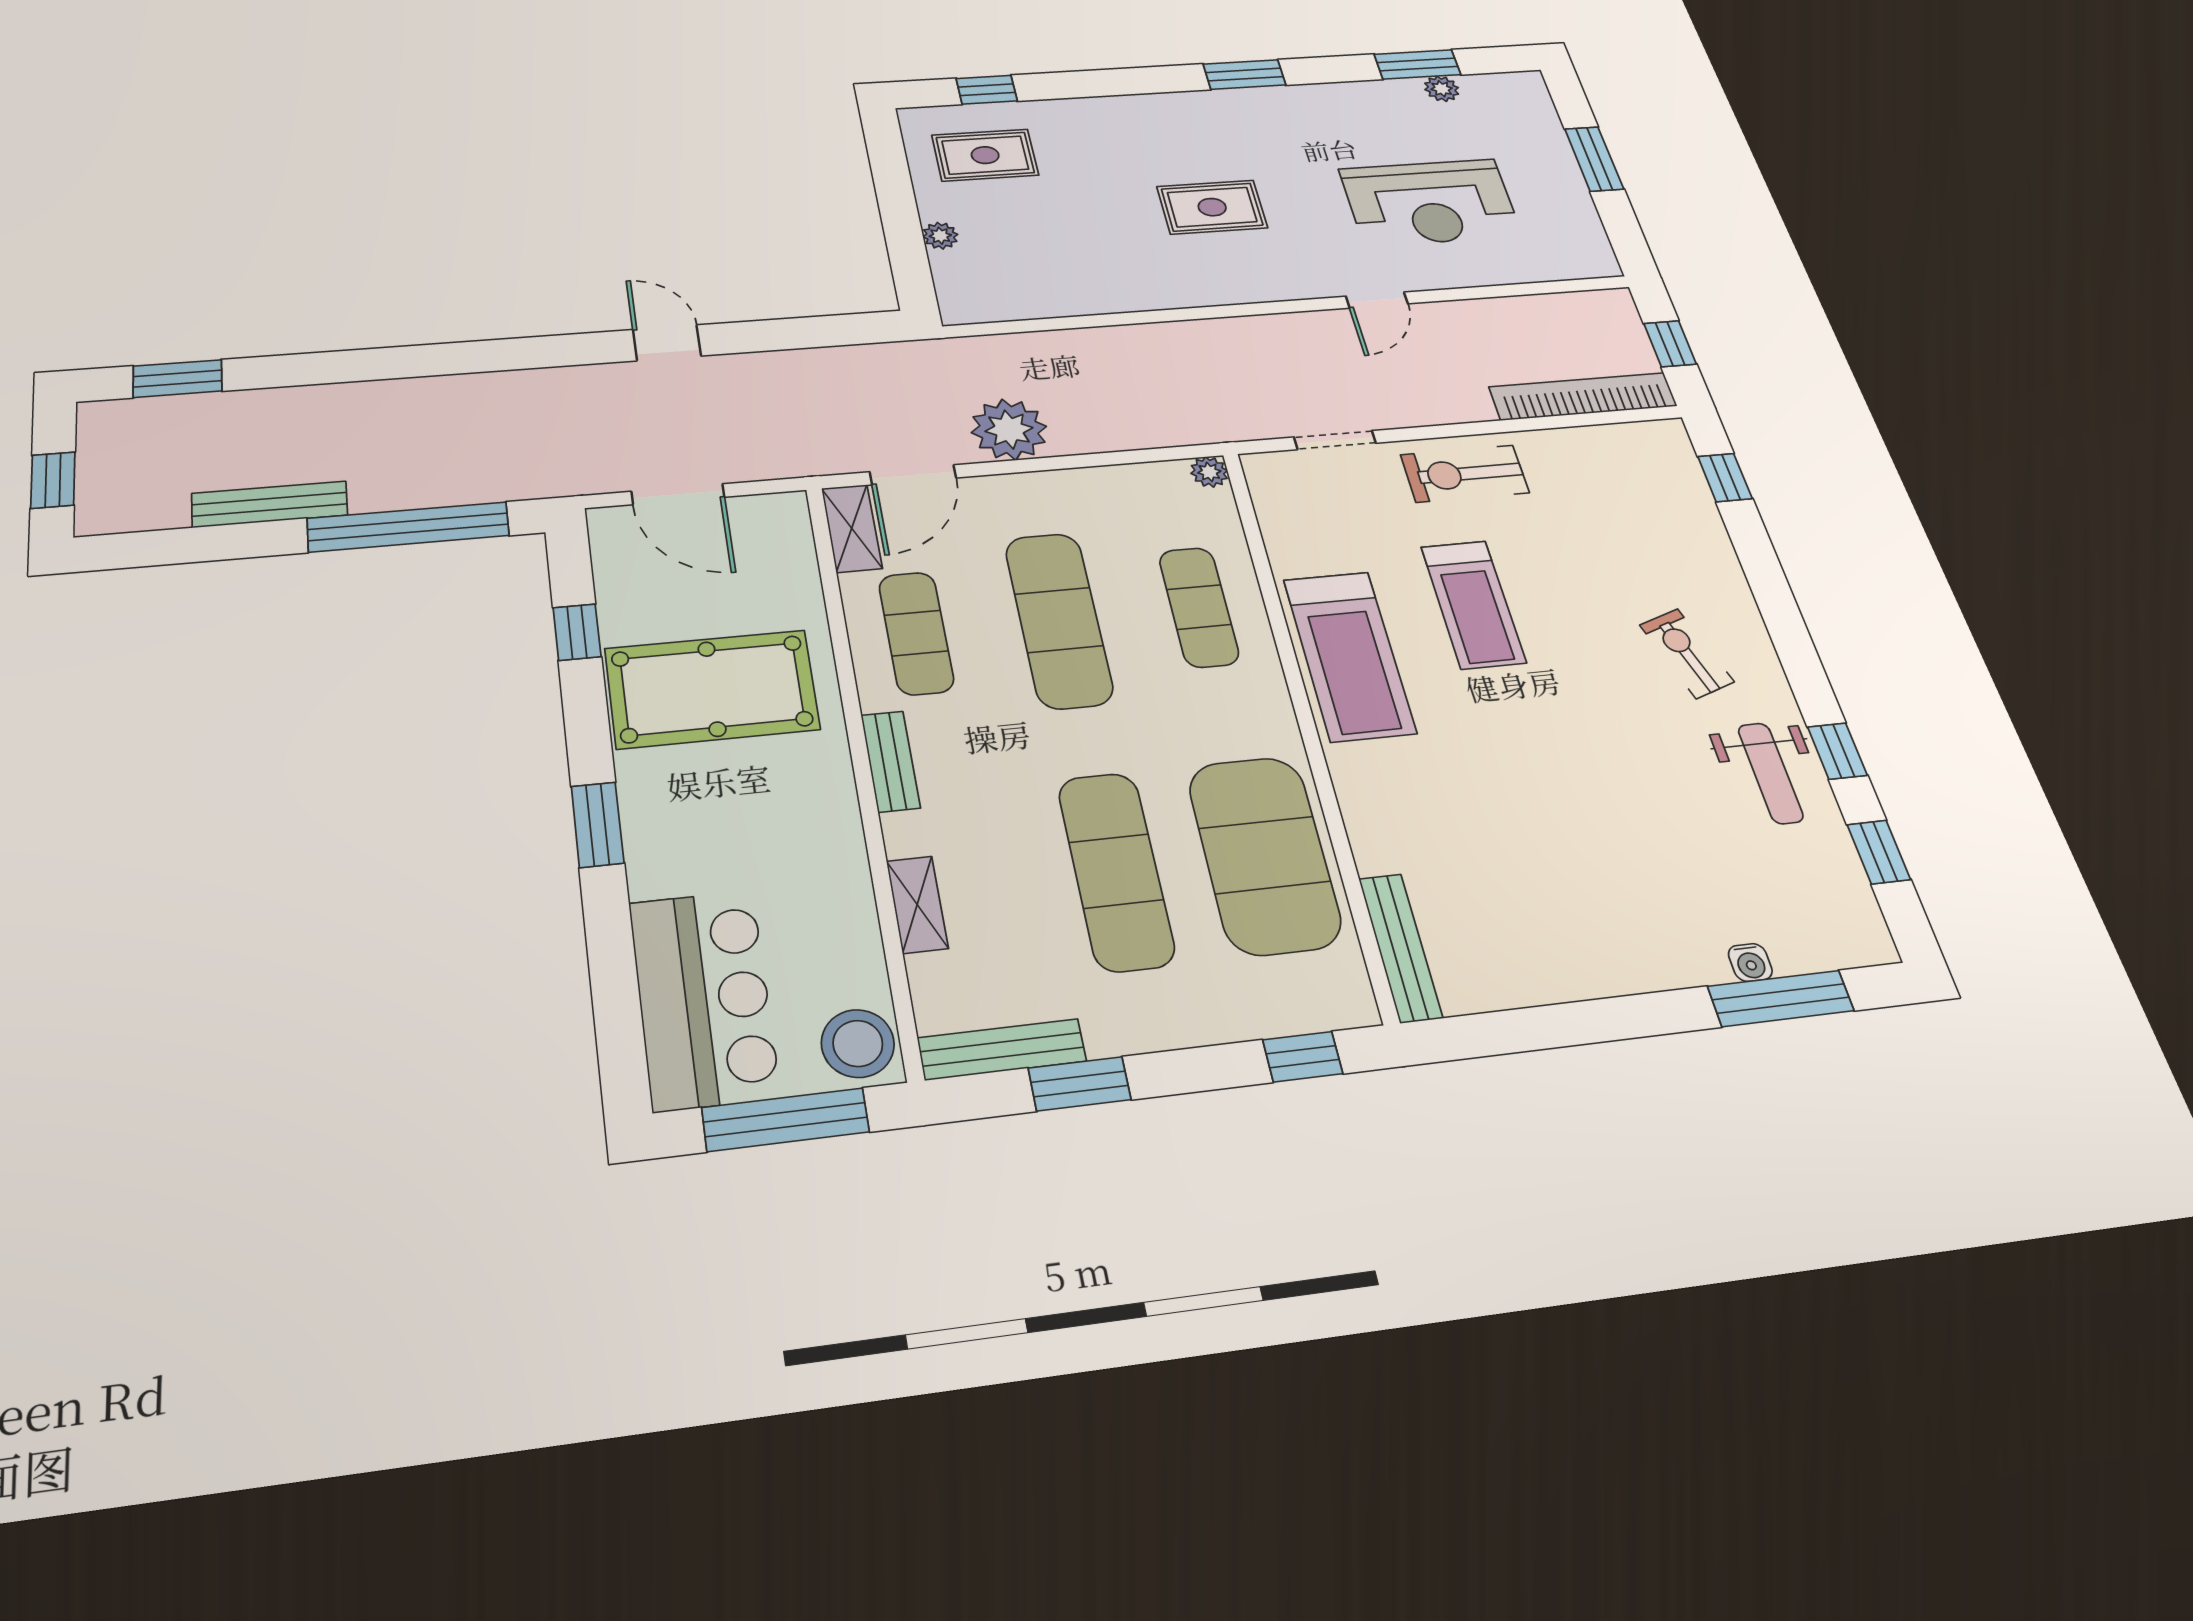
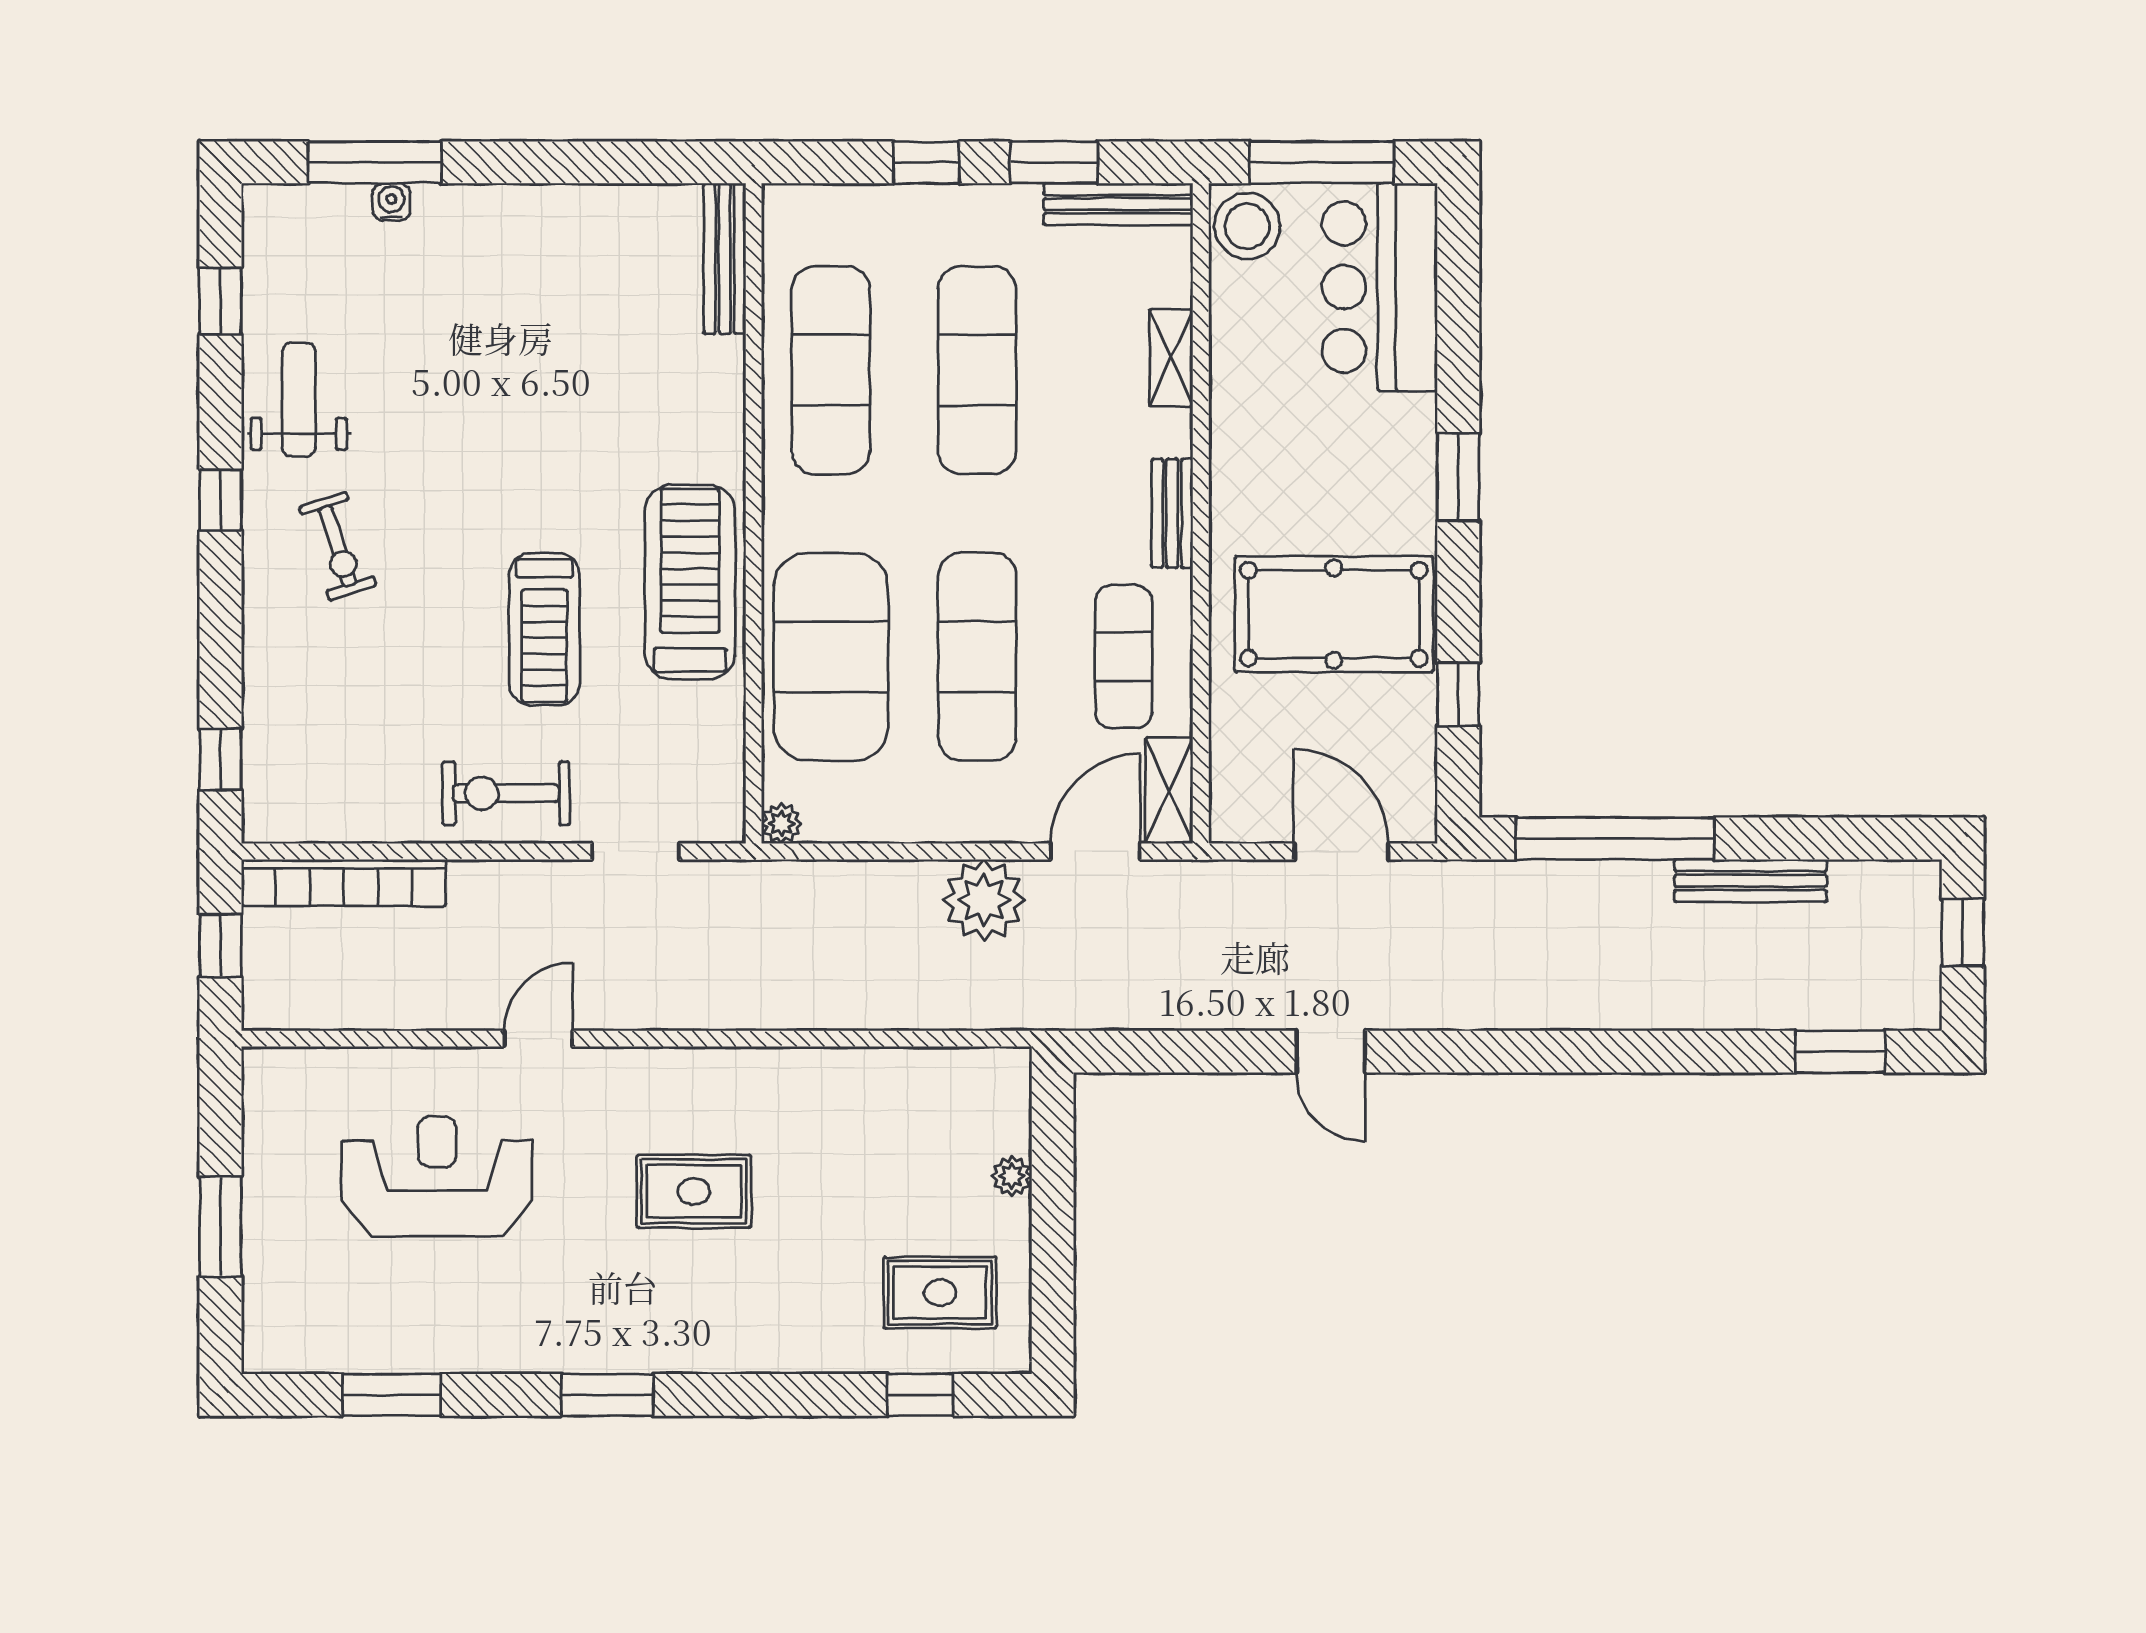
plant: (1442, 89) -> (373, 1353), removed
exercise bike: (1465, 474) -> (506, 793), turned 180
treadmill: (1473, 604) -> (544, 629), turned 180
exercise mat: (1199, 607) -> (831, 657), width x2.00, depth x1.45
window: (1837, 751) -> (220, 500), moved
exercise mat: (1264, 855) -> (831, 370), width x0.68
window: (1303, 1057) -> (926, 162), moved

